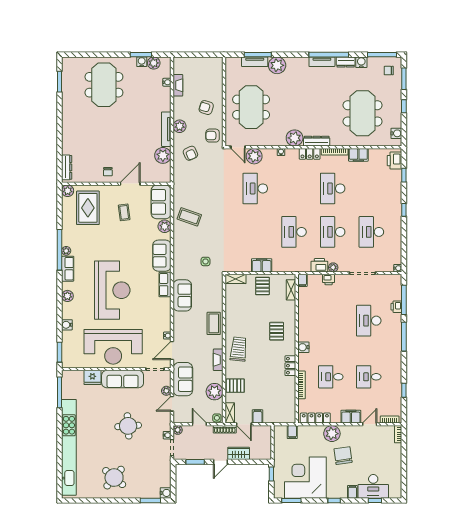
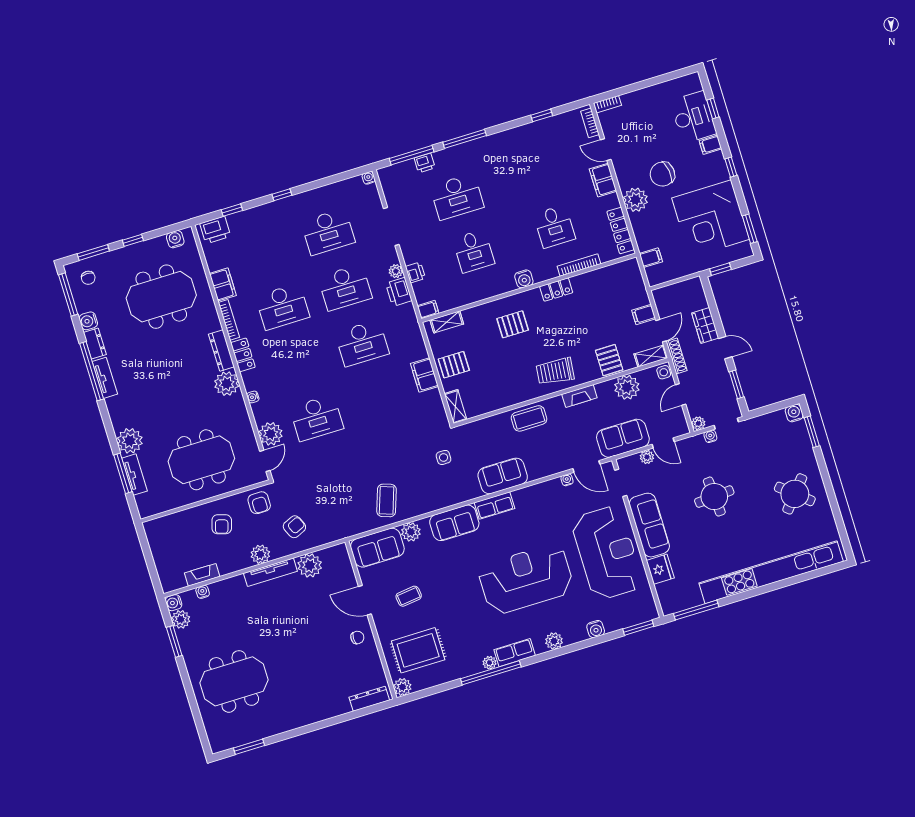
water cooler: (142, 62) -> (174, 603), moved
desk: (369, 377) -> (474, 251), moved

